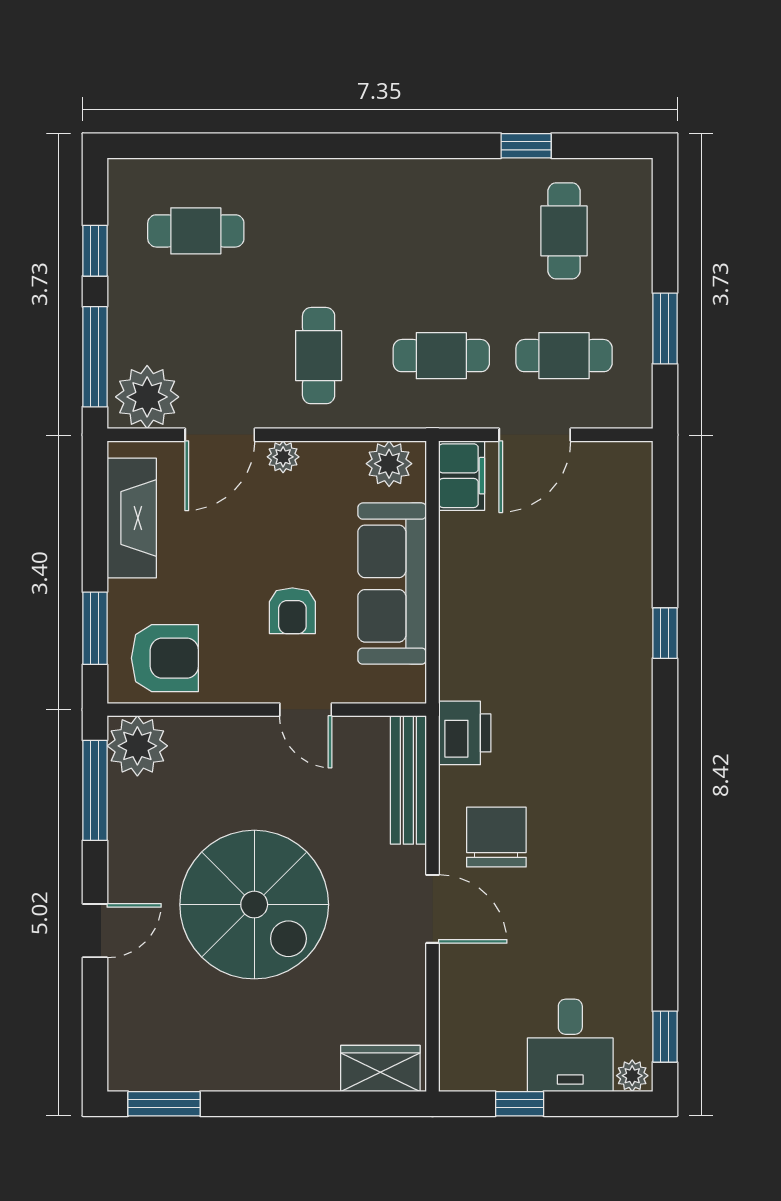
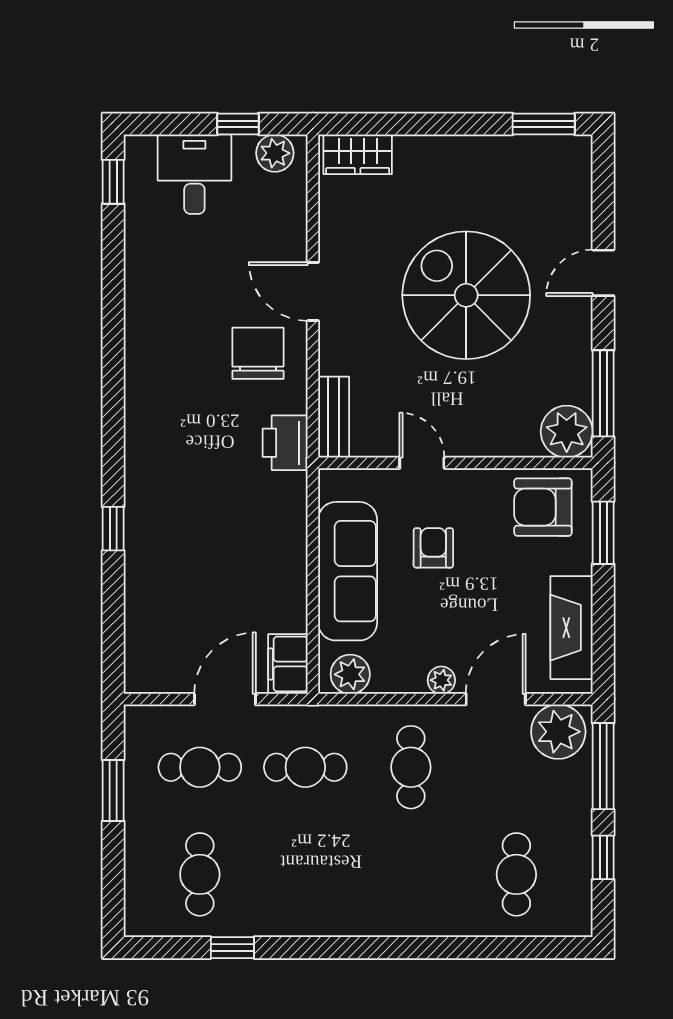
cafe table: (196, 231) -> (516, 874), turned 90
bench: (408, 780) -> (334, 417), width x0.73
chair: (496, 837) -> (258, 353), turned 180
plant: (632, 1076) -> (275, 153), moved, width x1.38, depth x1.38

